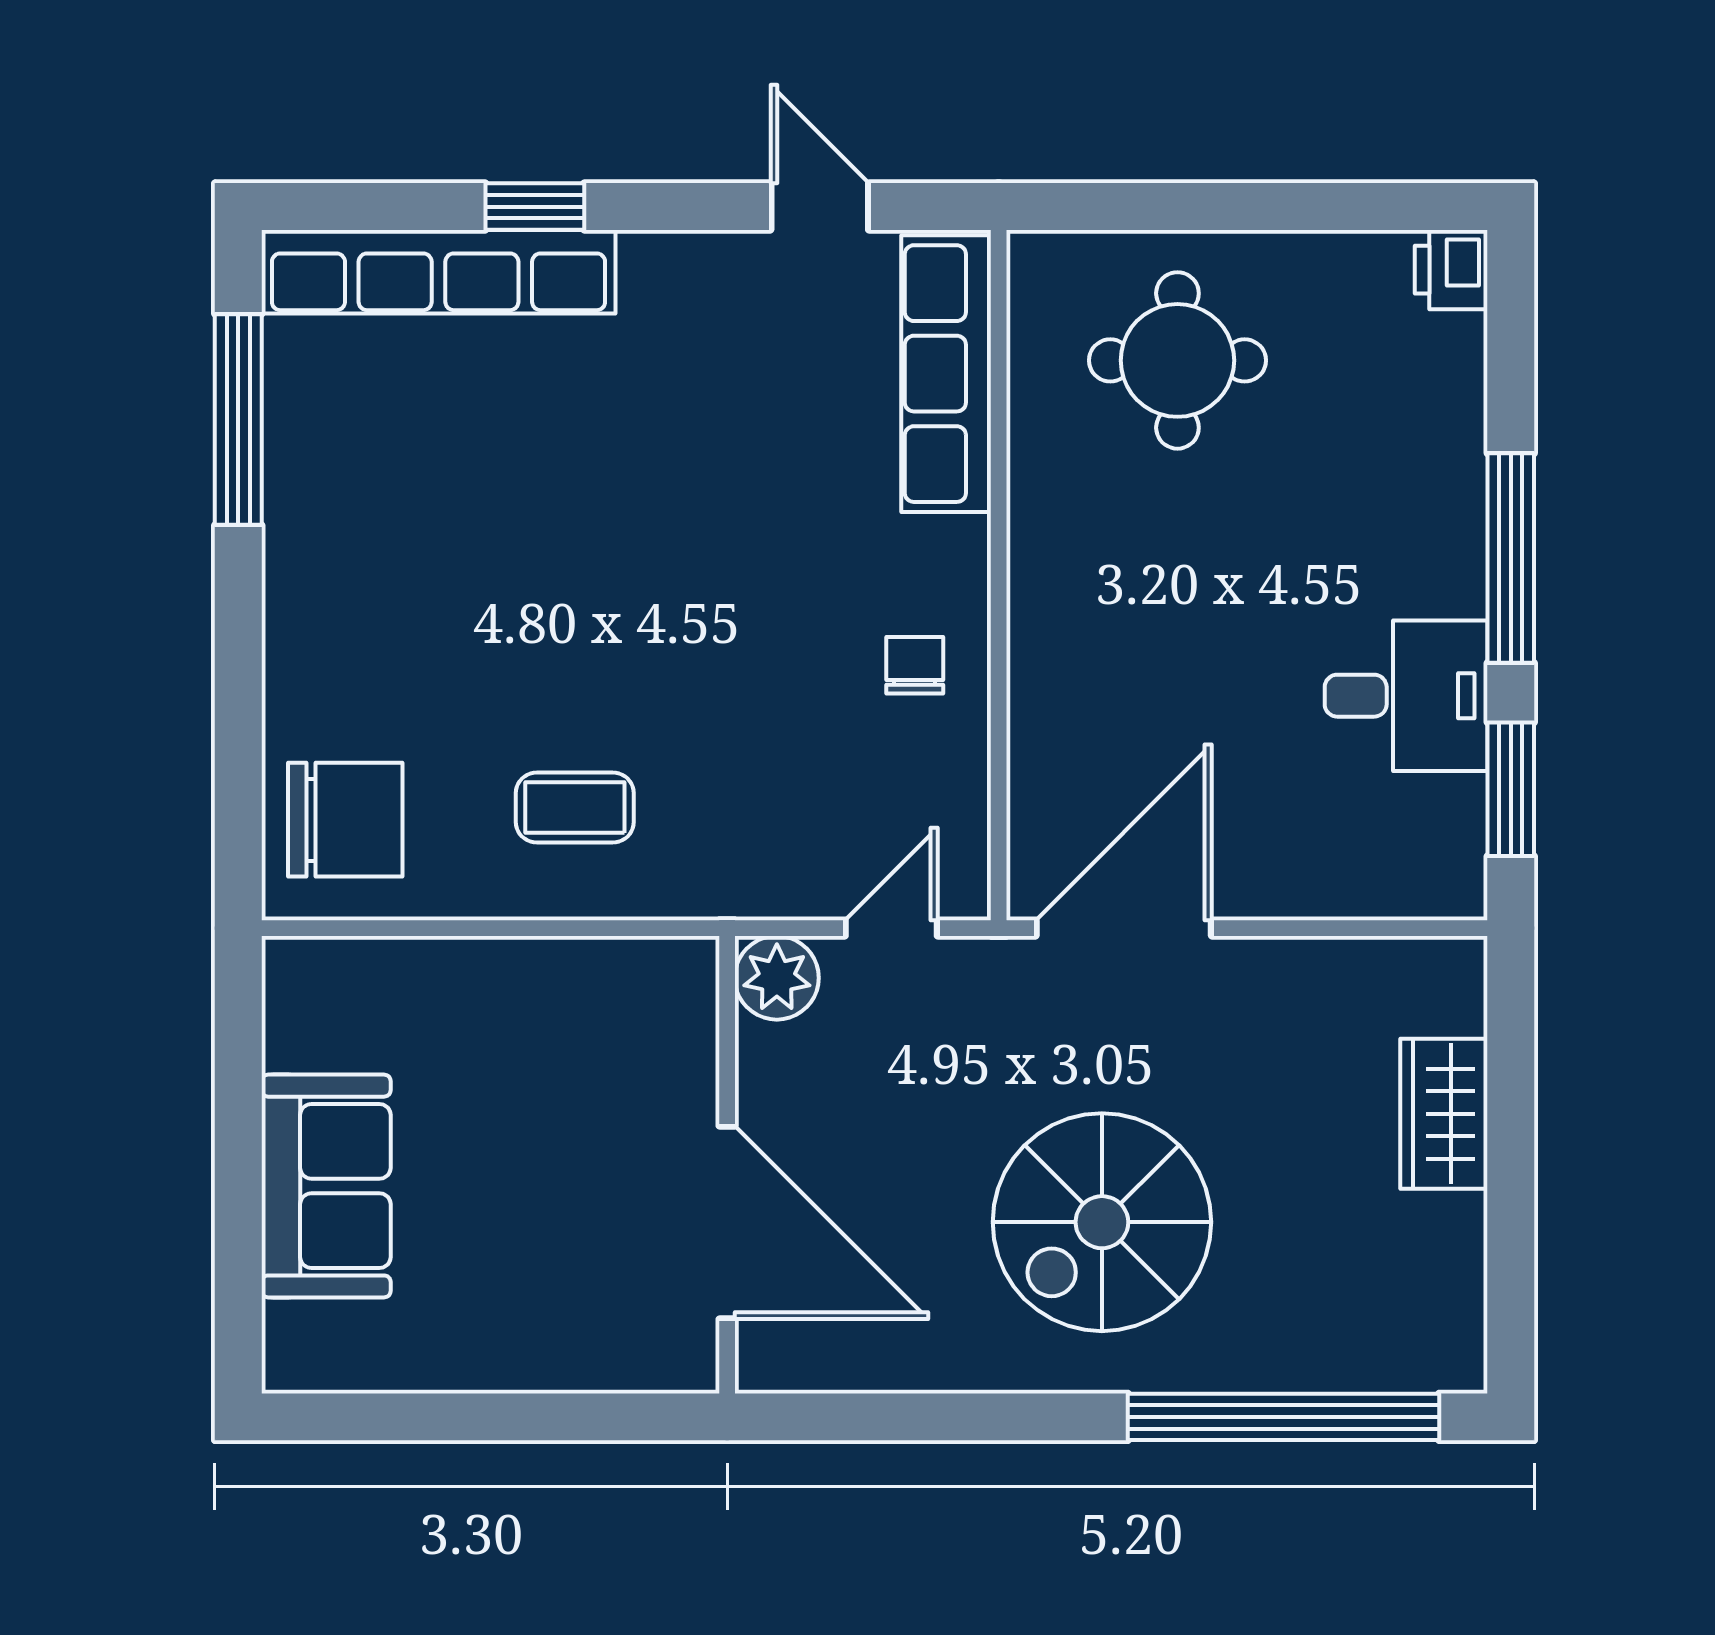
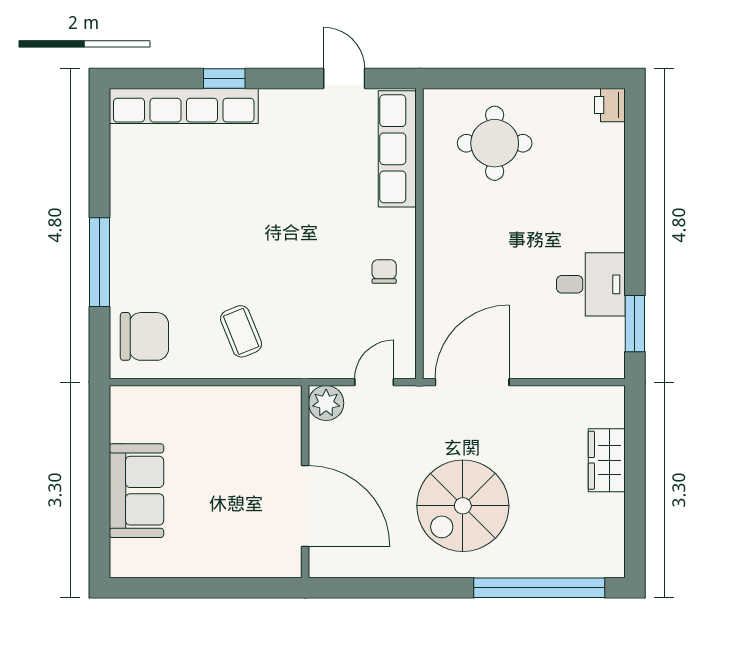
window: (238, 419) -> (99, 262), moved
window: (1511, 558) -> (635, 226), removed
coffee table: (575, 808) -> (241, 331), turned 68

